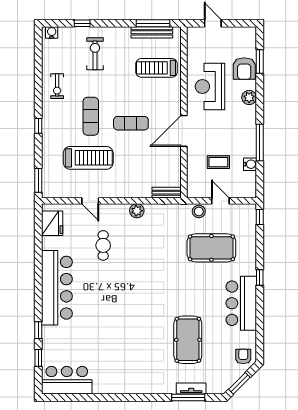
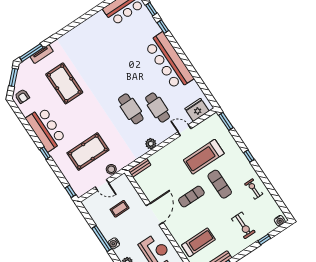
water cooler: (250, 164) -> (114, 243), moved
fridge: (52, 223) -> (197, 110), moved, turned 90
cafe table: (103, 245) -> (158, 108), width x1.37, depth x1.35
cafe table: (133, 263) -> (131, 109), added
window: (188, 397) -> (31, 53), moved

